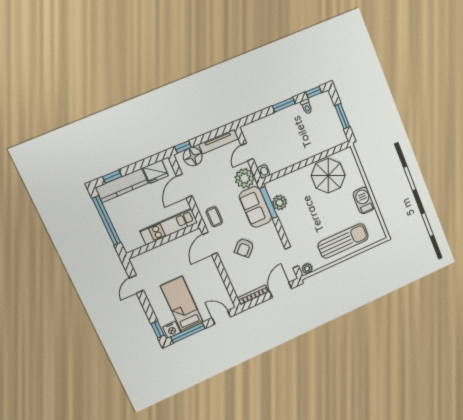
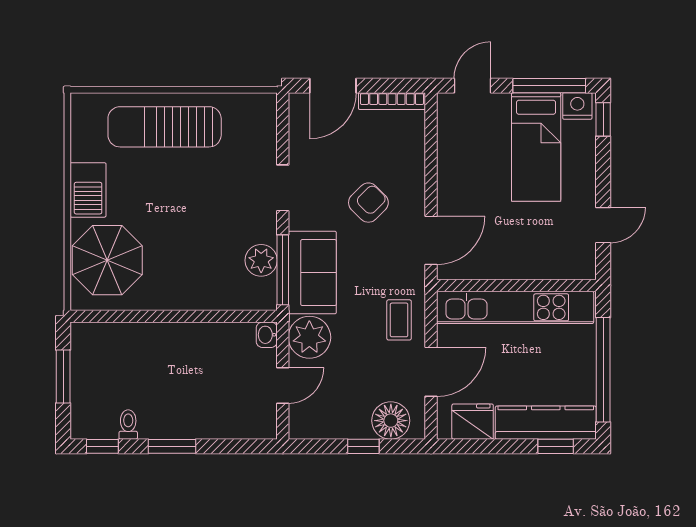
tv unit: (219, 142) -> (329, 428), removed
window: (183, 147) -> (363, 446), moved
parasol: (328, 176) -> (107, 260), moved
coffee table: (214, 217) -> (399, 320), moved
kitchen unit: (169, 227) -> (515, 307), width x1.36
doorway: (292, 257) -> (283, 188), moved
plant: (307, 269) -> (261, 104), removed
door: (221, 317) -> (472, 86), swing flipped

